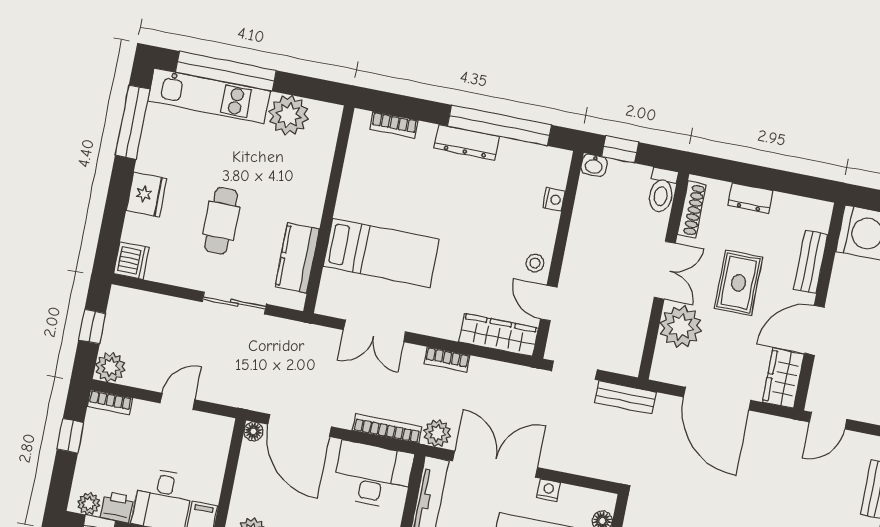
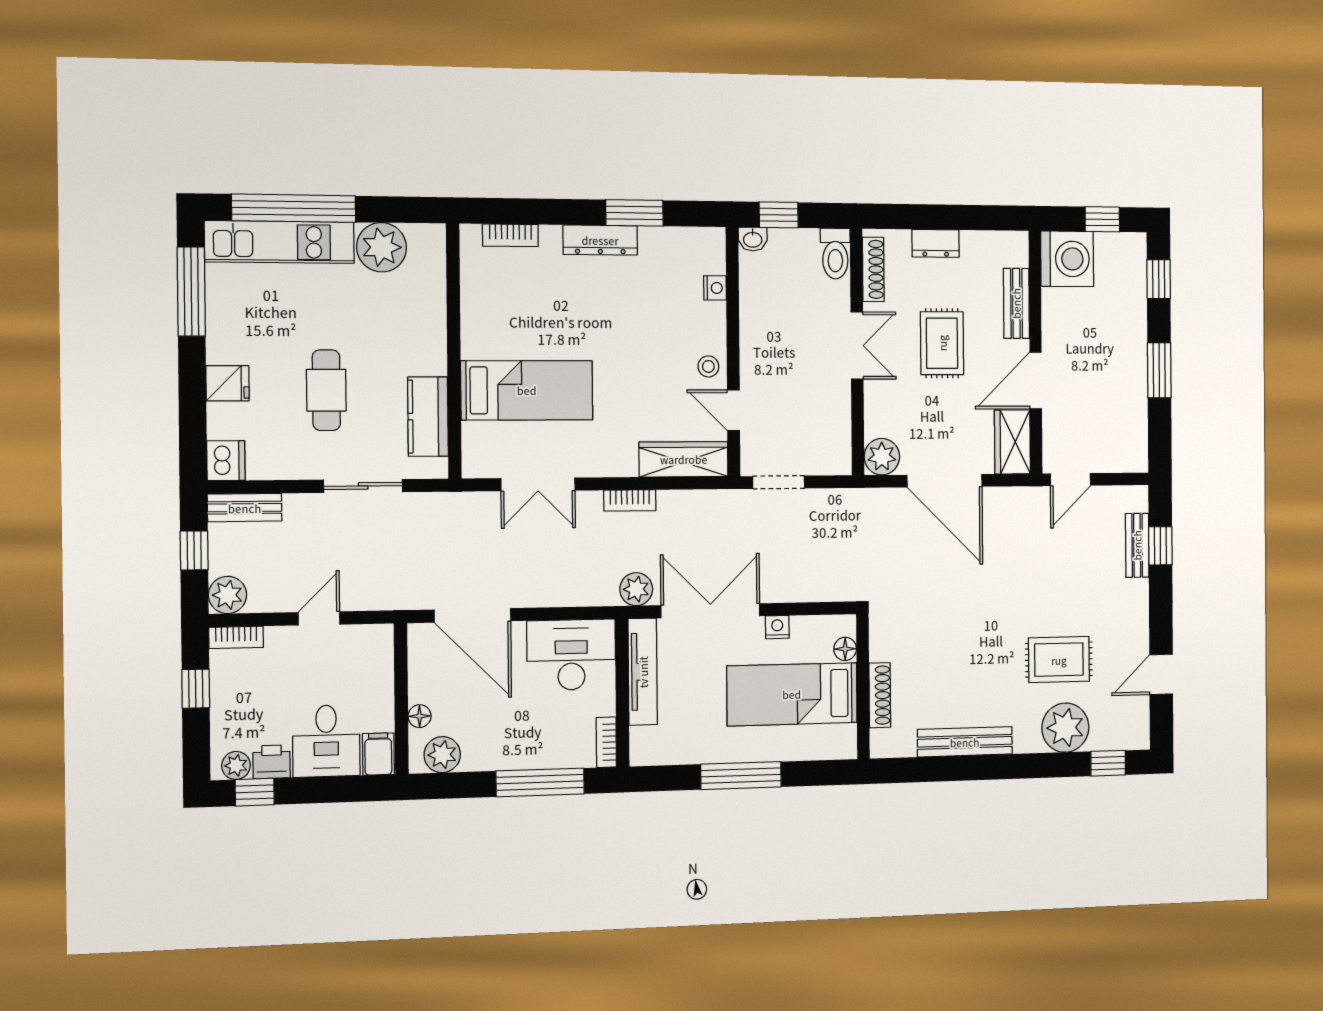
window: (499, 125) -> (634, 213), width x0.47
fridge: (146, 195) -> (228, 383), width x0.72
plant: (681, 327) -> (882, 457), moved, width x0.73, depth x0.73
bench: (625, 397) -> (245, 508), moved
bookcase: (387, 429) -> (577, 596), removed
floor lamp: (253, 431) -> (420, 716), moved

